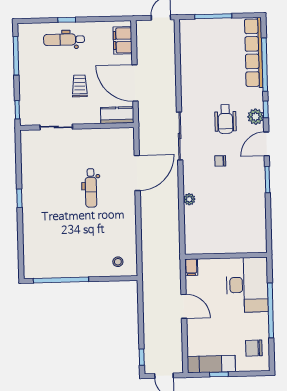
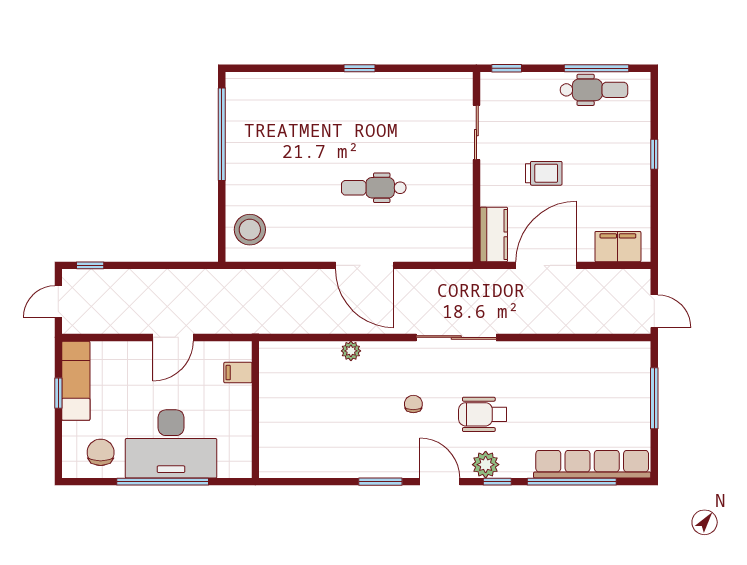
dental chair: (64, 40) -> (594, 90), moved, turned 90
door: (137, 173) -> (365, 265), moved
stool: (118, 262) -> (250, 230), width x1.89, depth x1.89
filing cabinet: (191, 267) -> (238, 373), moved
desk: (247, 285) -> (171, 444), moved

